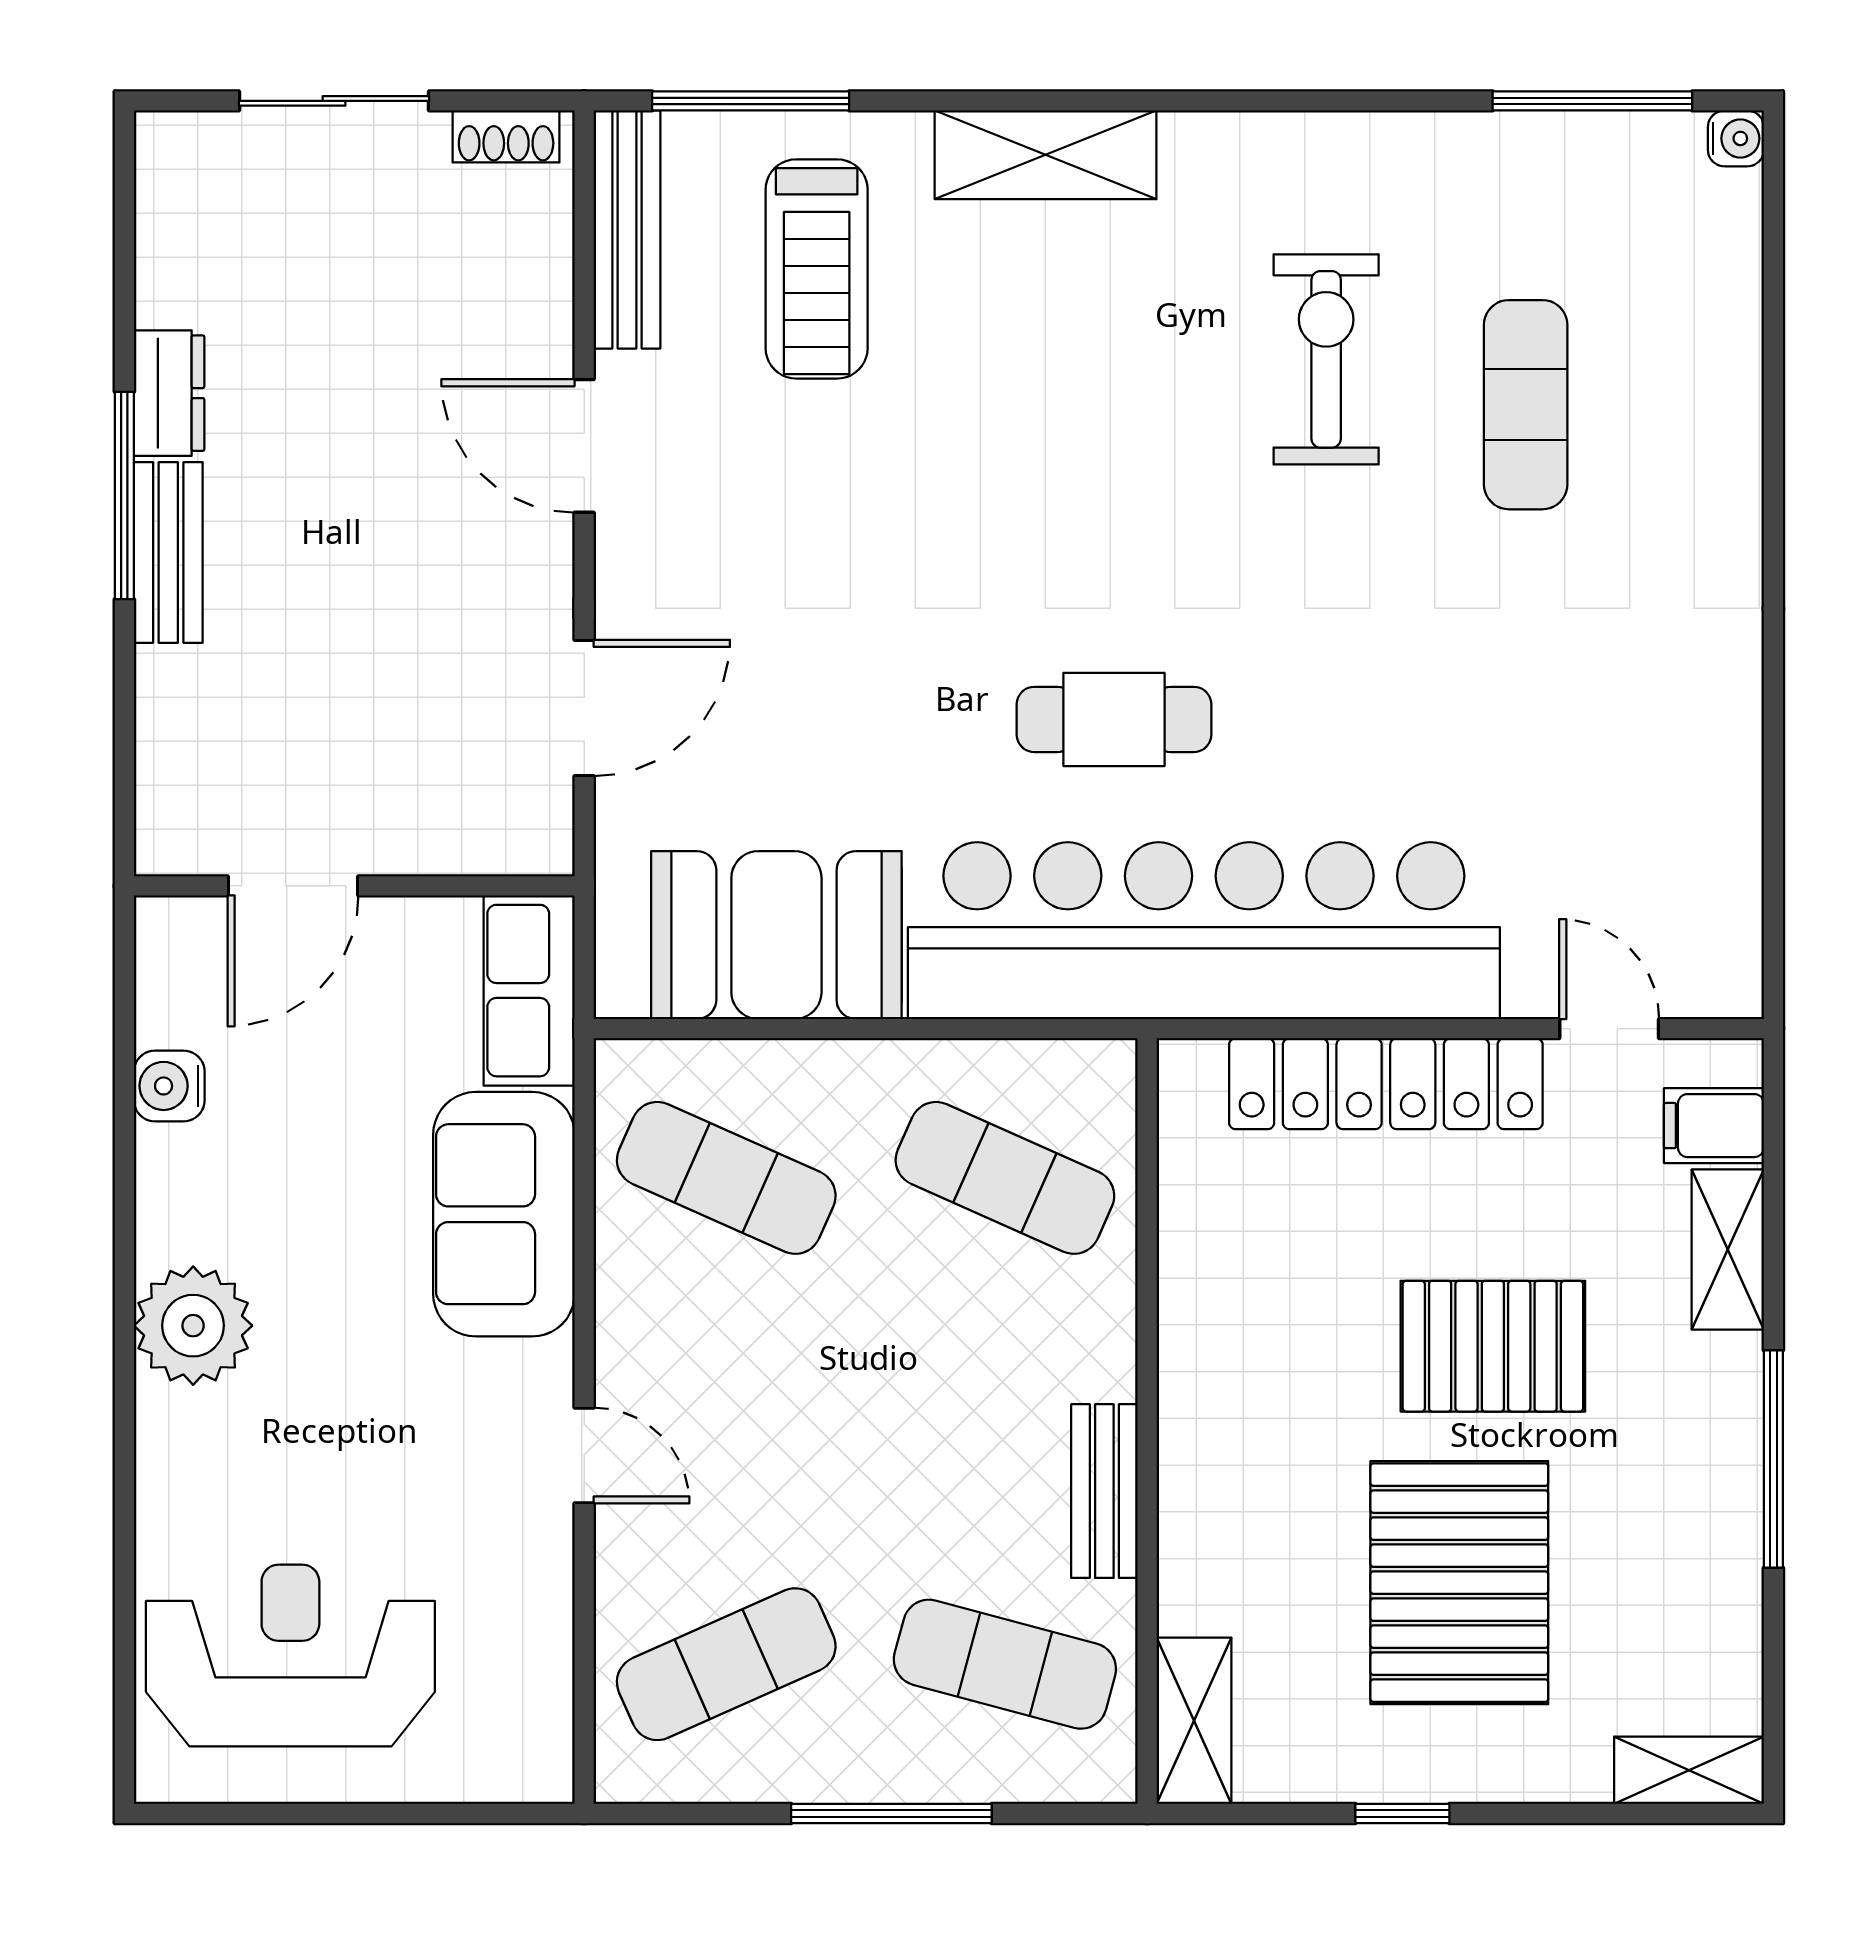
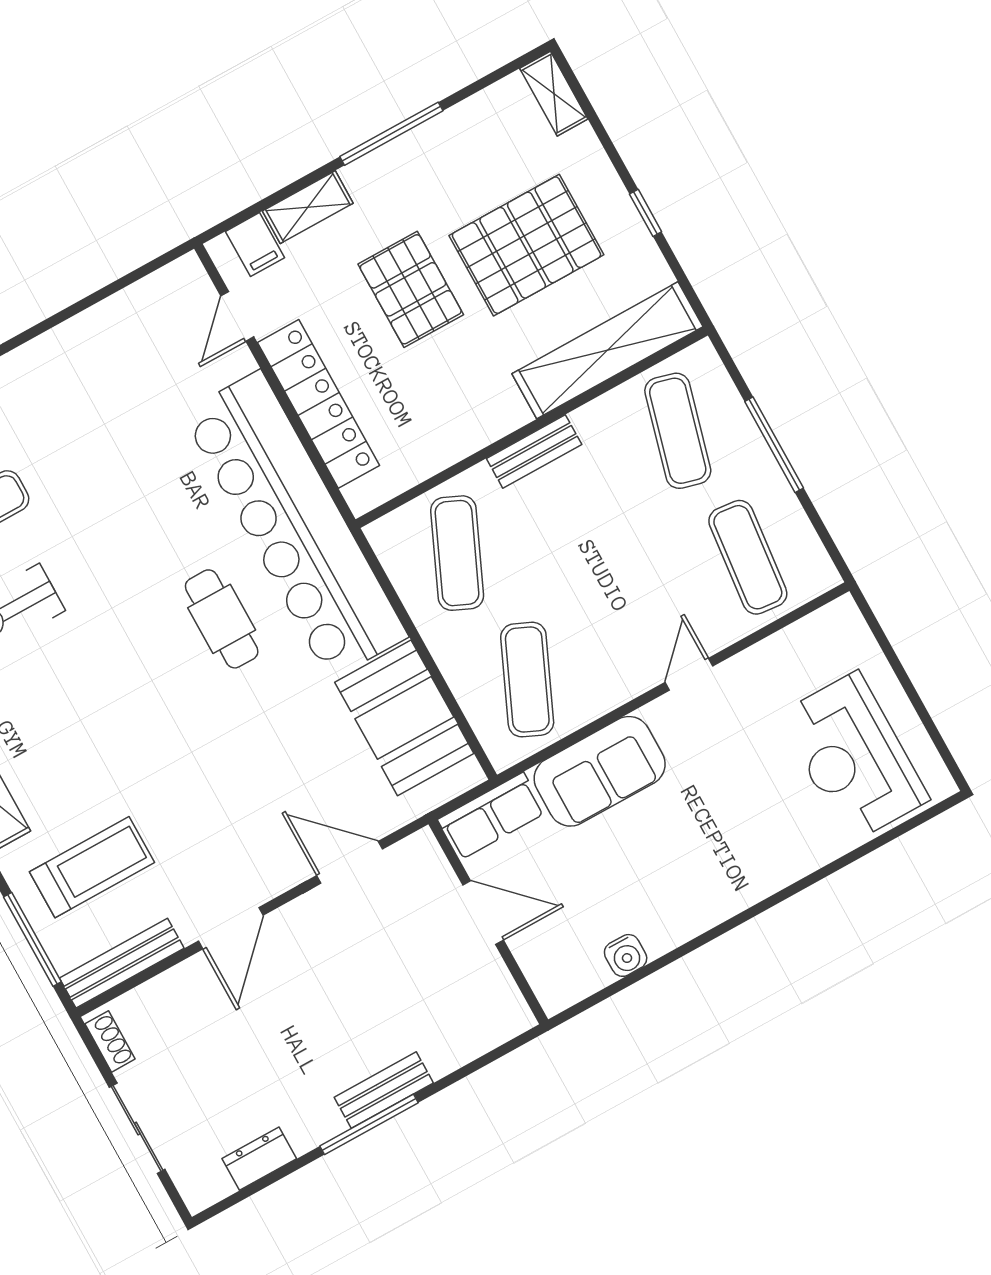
dresser: (169, 393) -> (259, 1159), moved
door: (293, 886) -> (483, 912), moved
plant: (193, 1326) -> (728, 884), removed
bench: (1104, 1491) -> (534, 451), moved
exercise mat: (726, 1664) -> (748, 557), turned 30
shelving: (1194, 1721) -> (607, 350), width x2.20, depth x1.33

